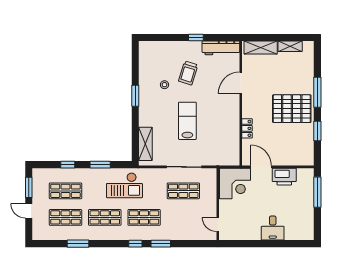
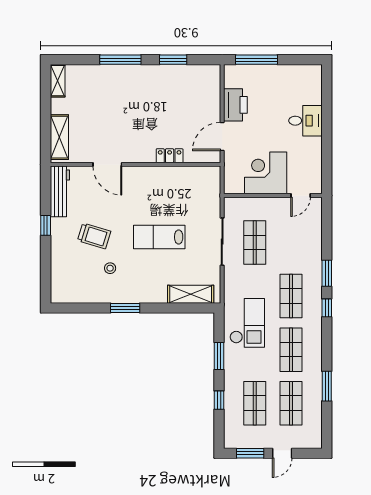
shelving: (290, 46) -> (58, 81), moved
pallet: (292, 109) -> (143, 95), removed
corner desk: (235, 183) -> (266, 173), moved, turned -90

